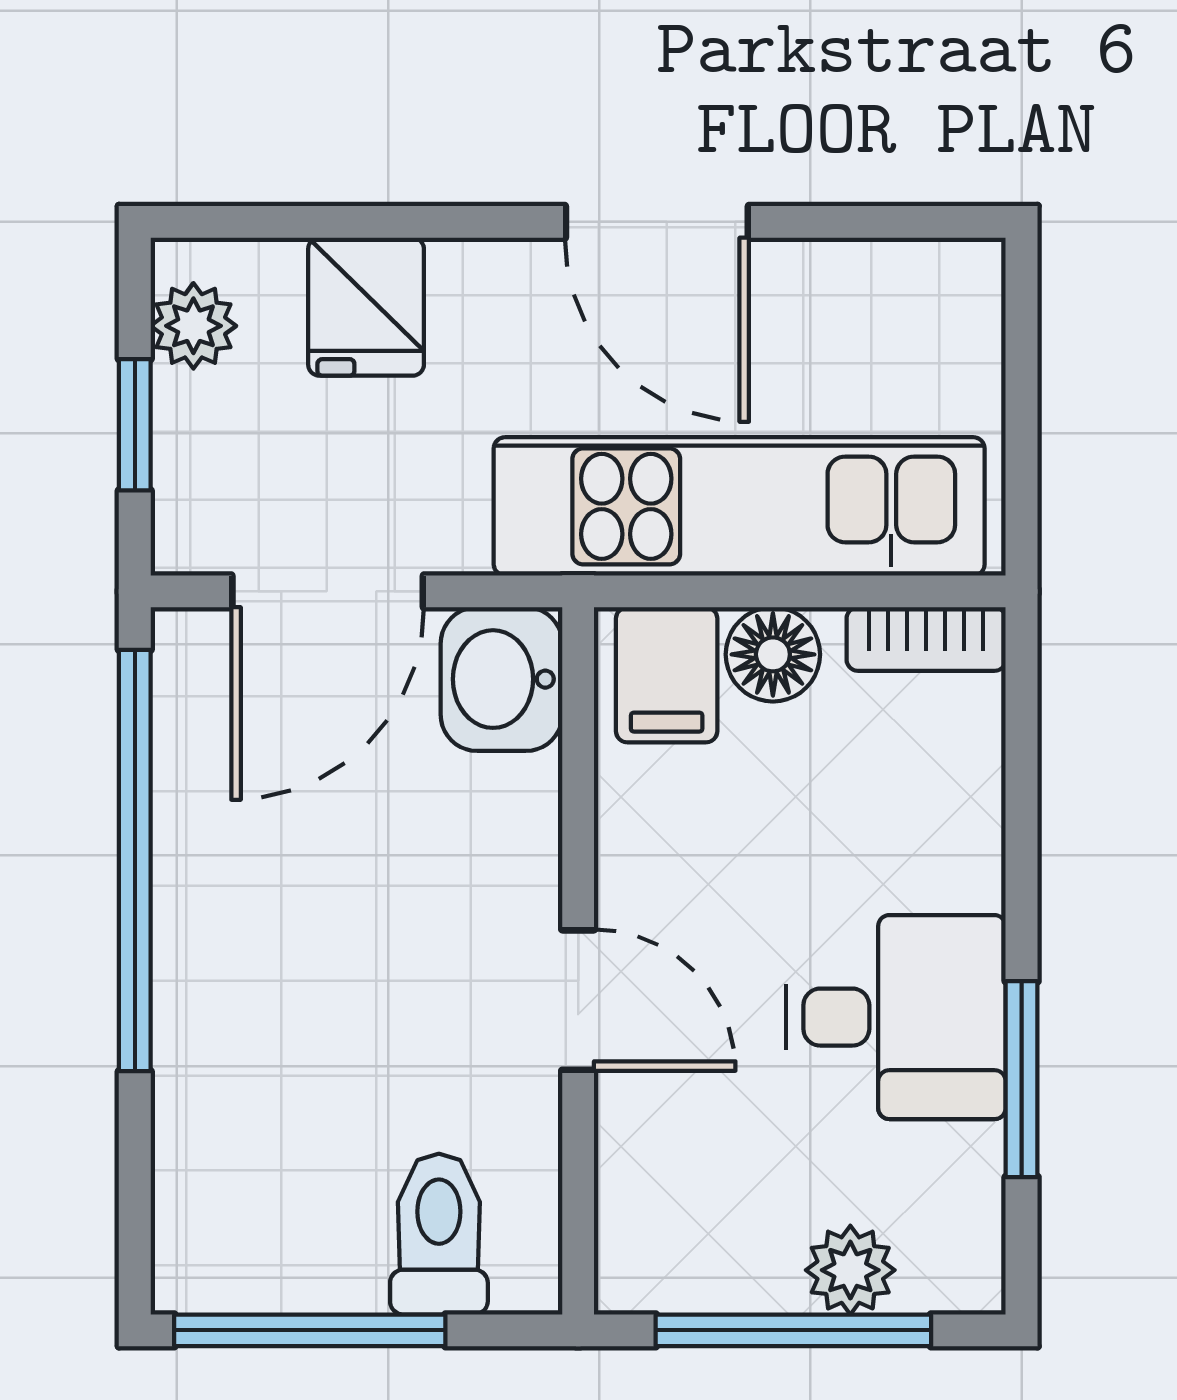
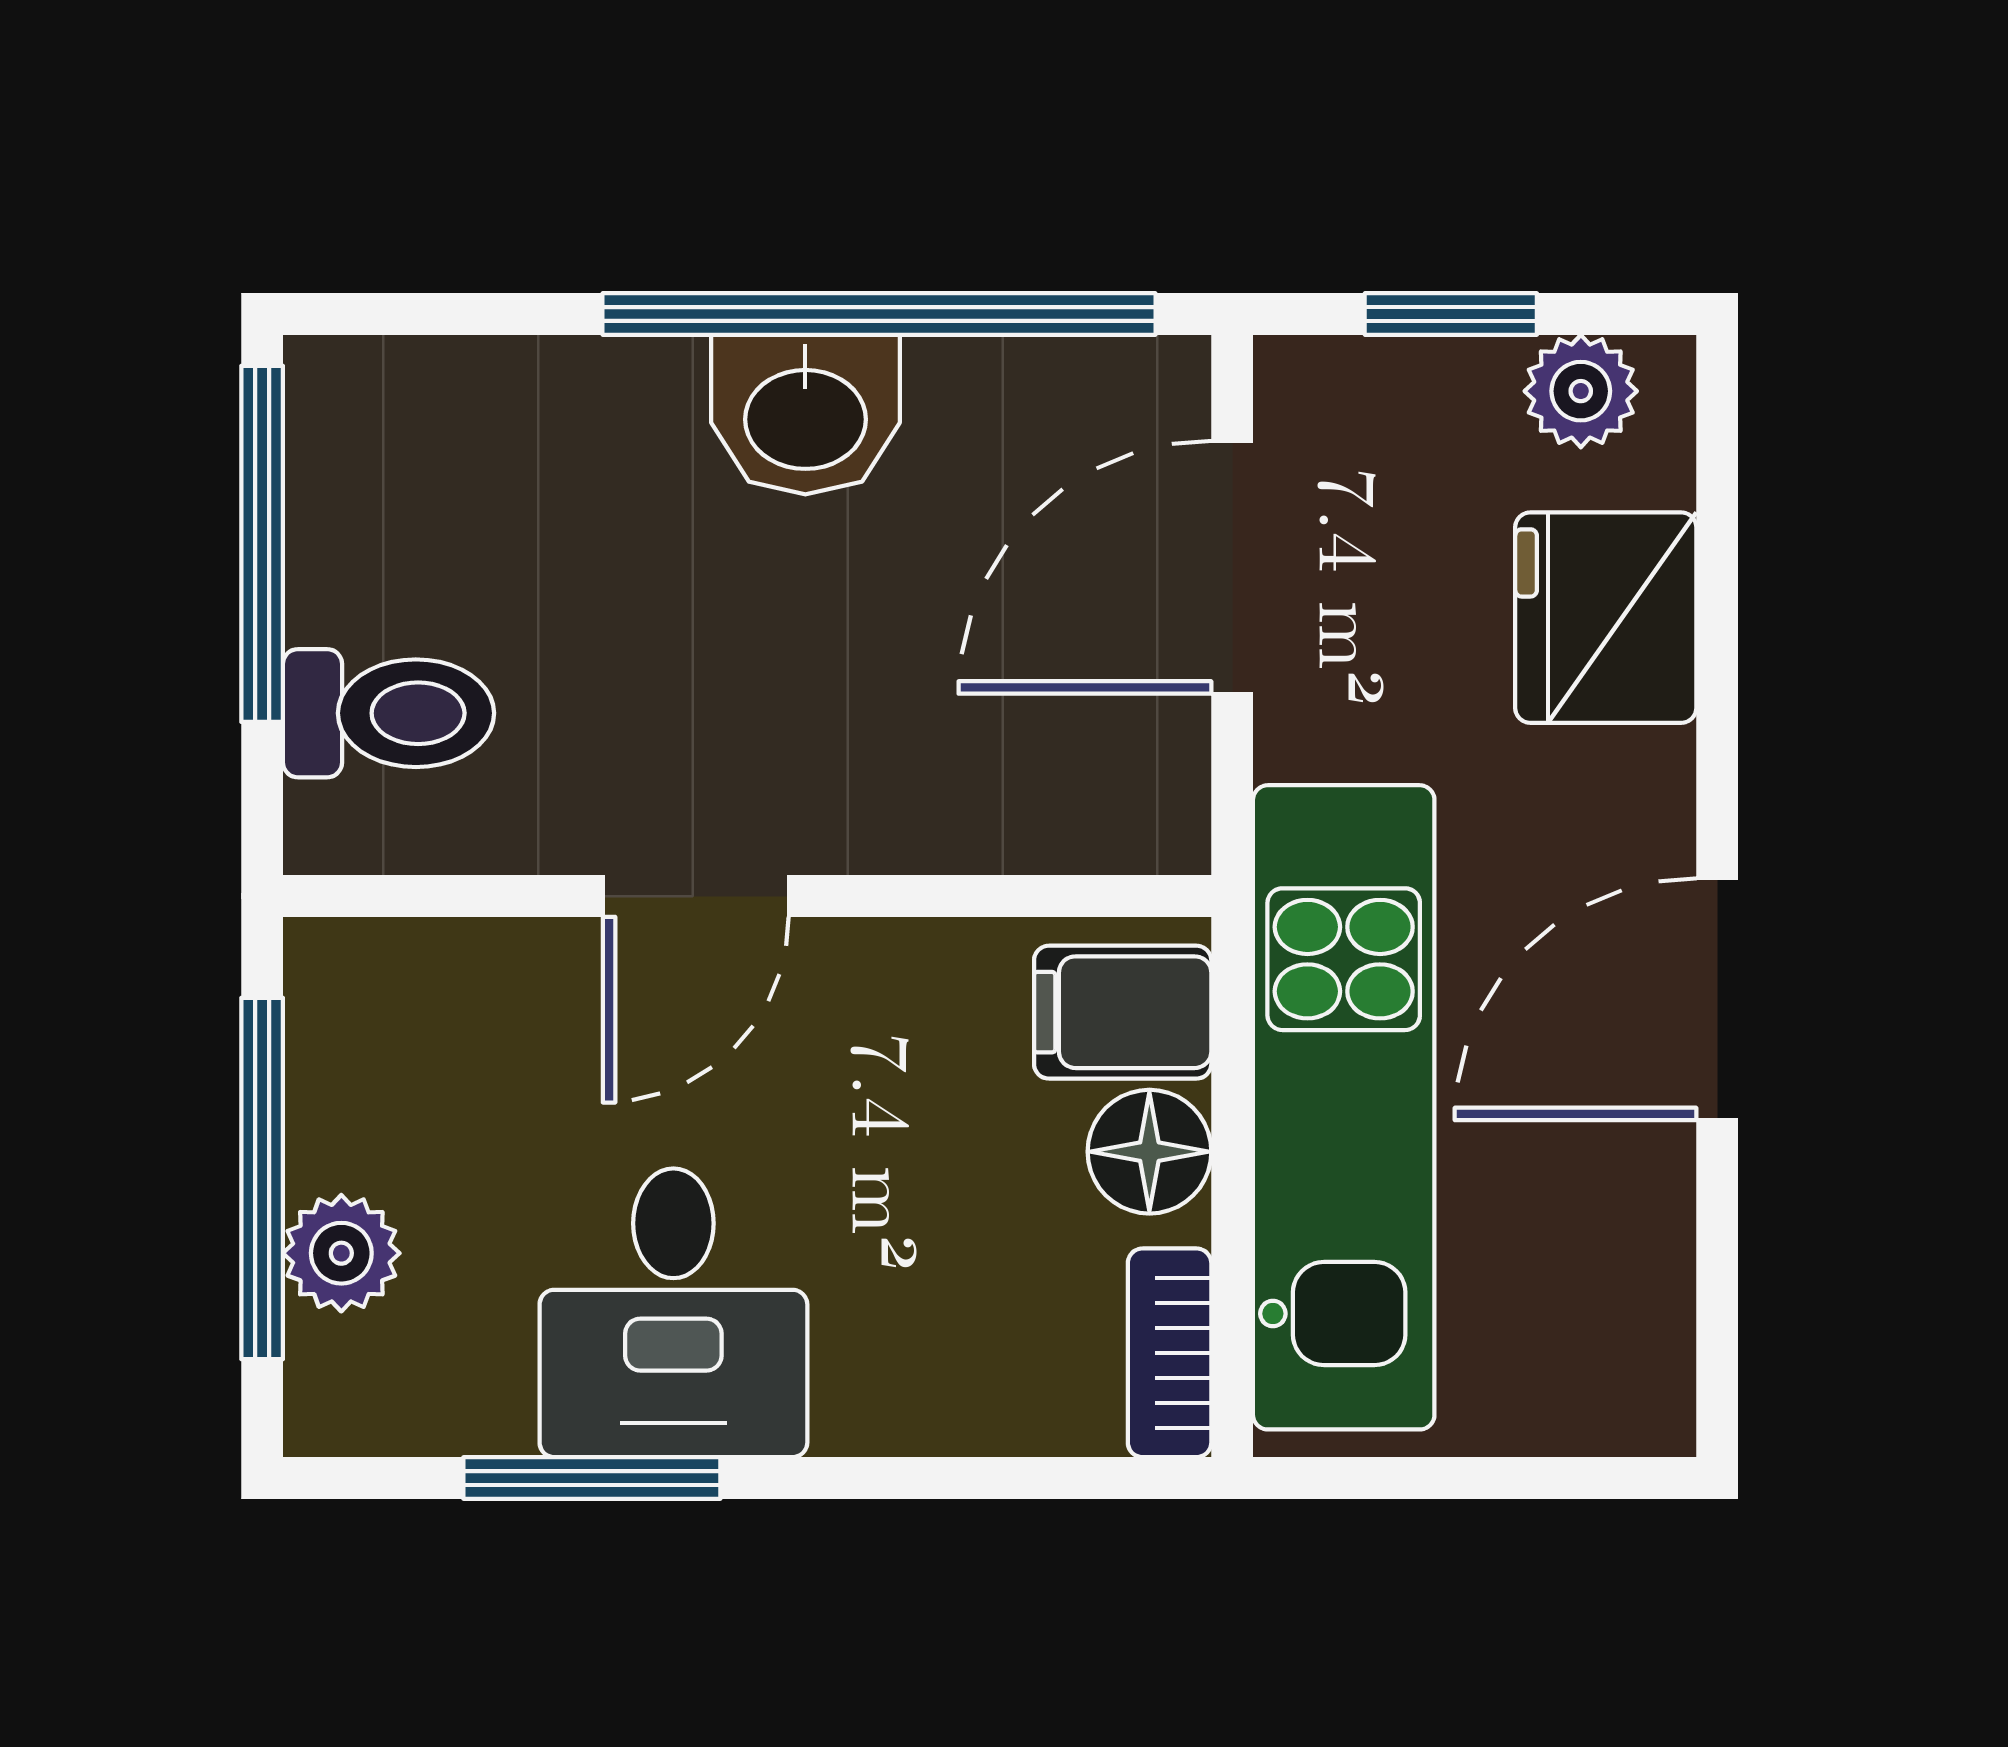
fridge: (366, 307) -> (1606, 618), width x1.38
door: (328, 591) -> (1232, 567), hinge flipped
washbasin: (501, 679) -> (805, 415), moved, turned 180

